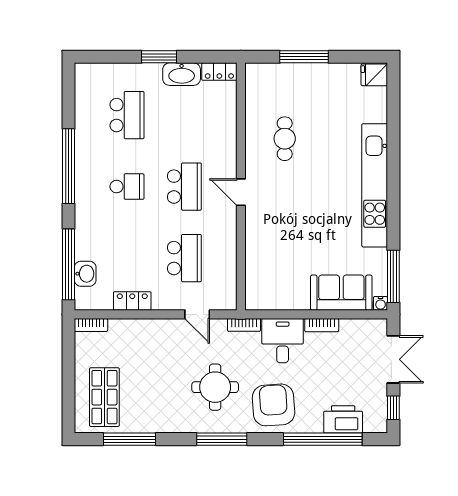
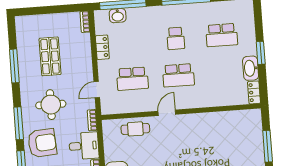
cafe table: (285, 139) -> (135, 129), moved
door: (241, 192) -> (167, 113), moved
shop shelf: (104, 397) -> (50, 56), moved, turned 90
window: (129, 439) -> (14, 66), moved
window: (222, 439) -> (19, 123), moved

